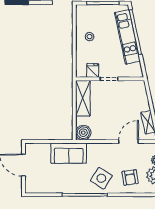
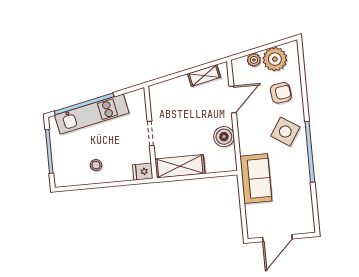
fridge: (93, 70) -> (143, 172), moved
boiler: (83, 133) -> (224, 137), moved
door: (129, 142) -> (233, 99), swing flipped

